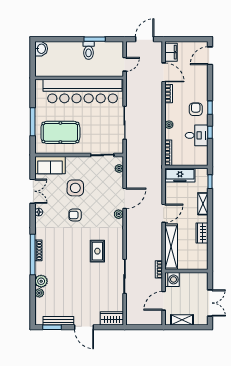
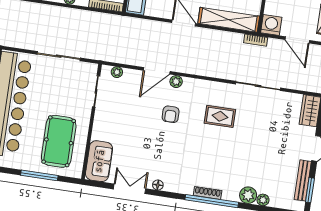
side table: (75, 188) -> (134, 133), removed
door: (125, 198) -> (157, 71), swing flipped
armchair: (75, 215) -> (171, 114), moved

